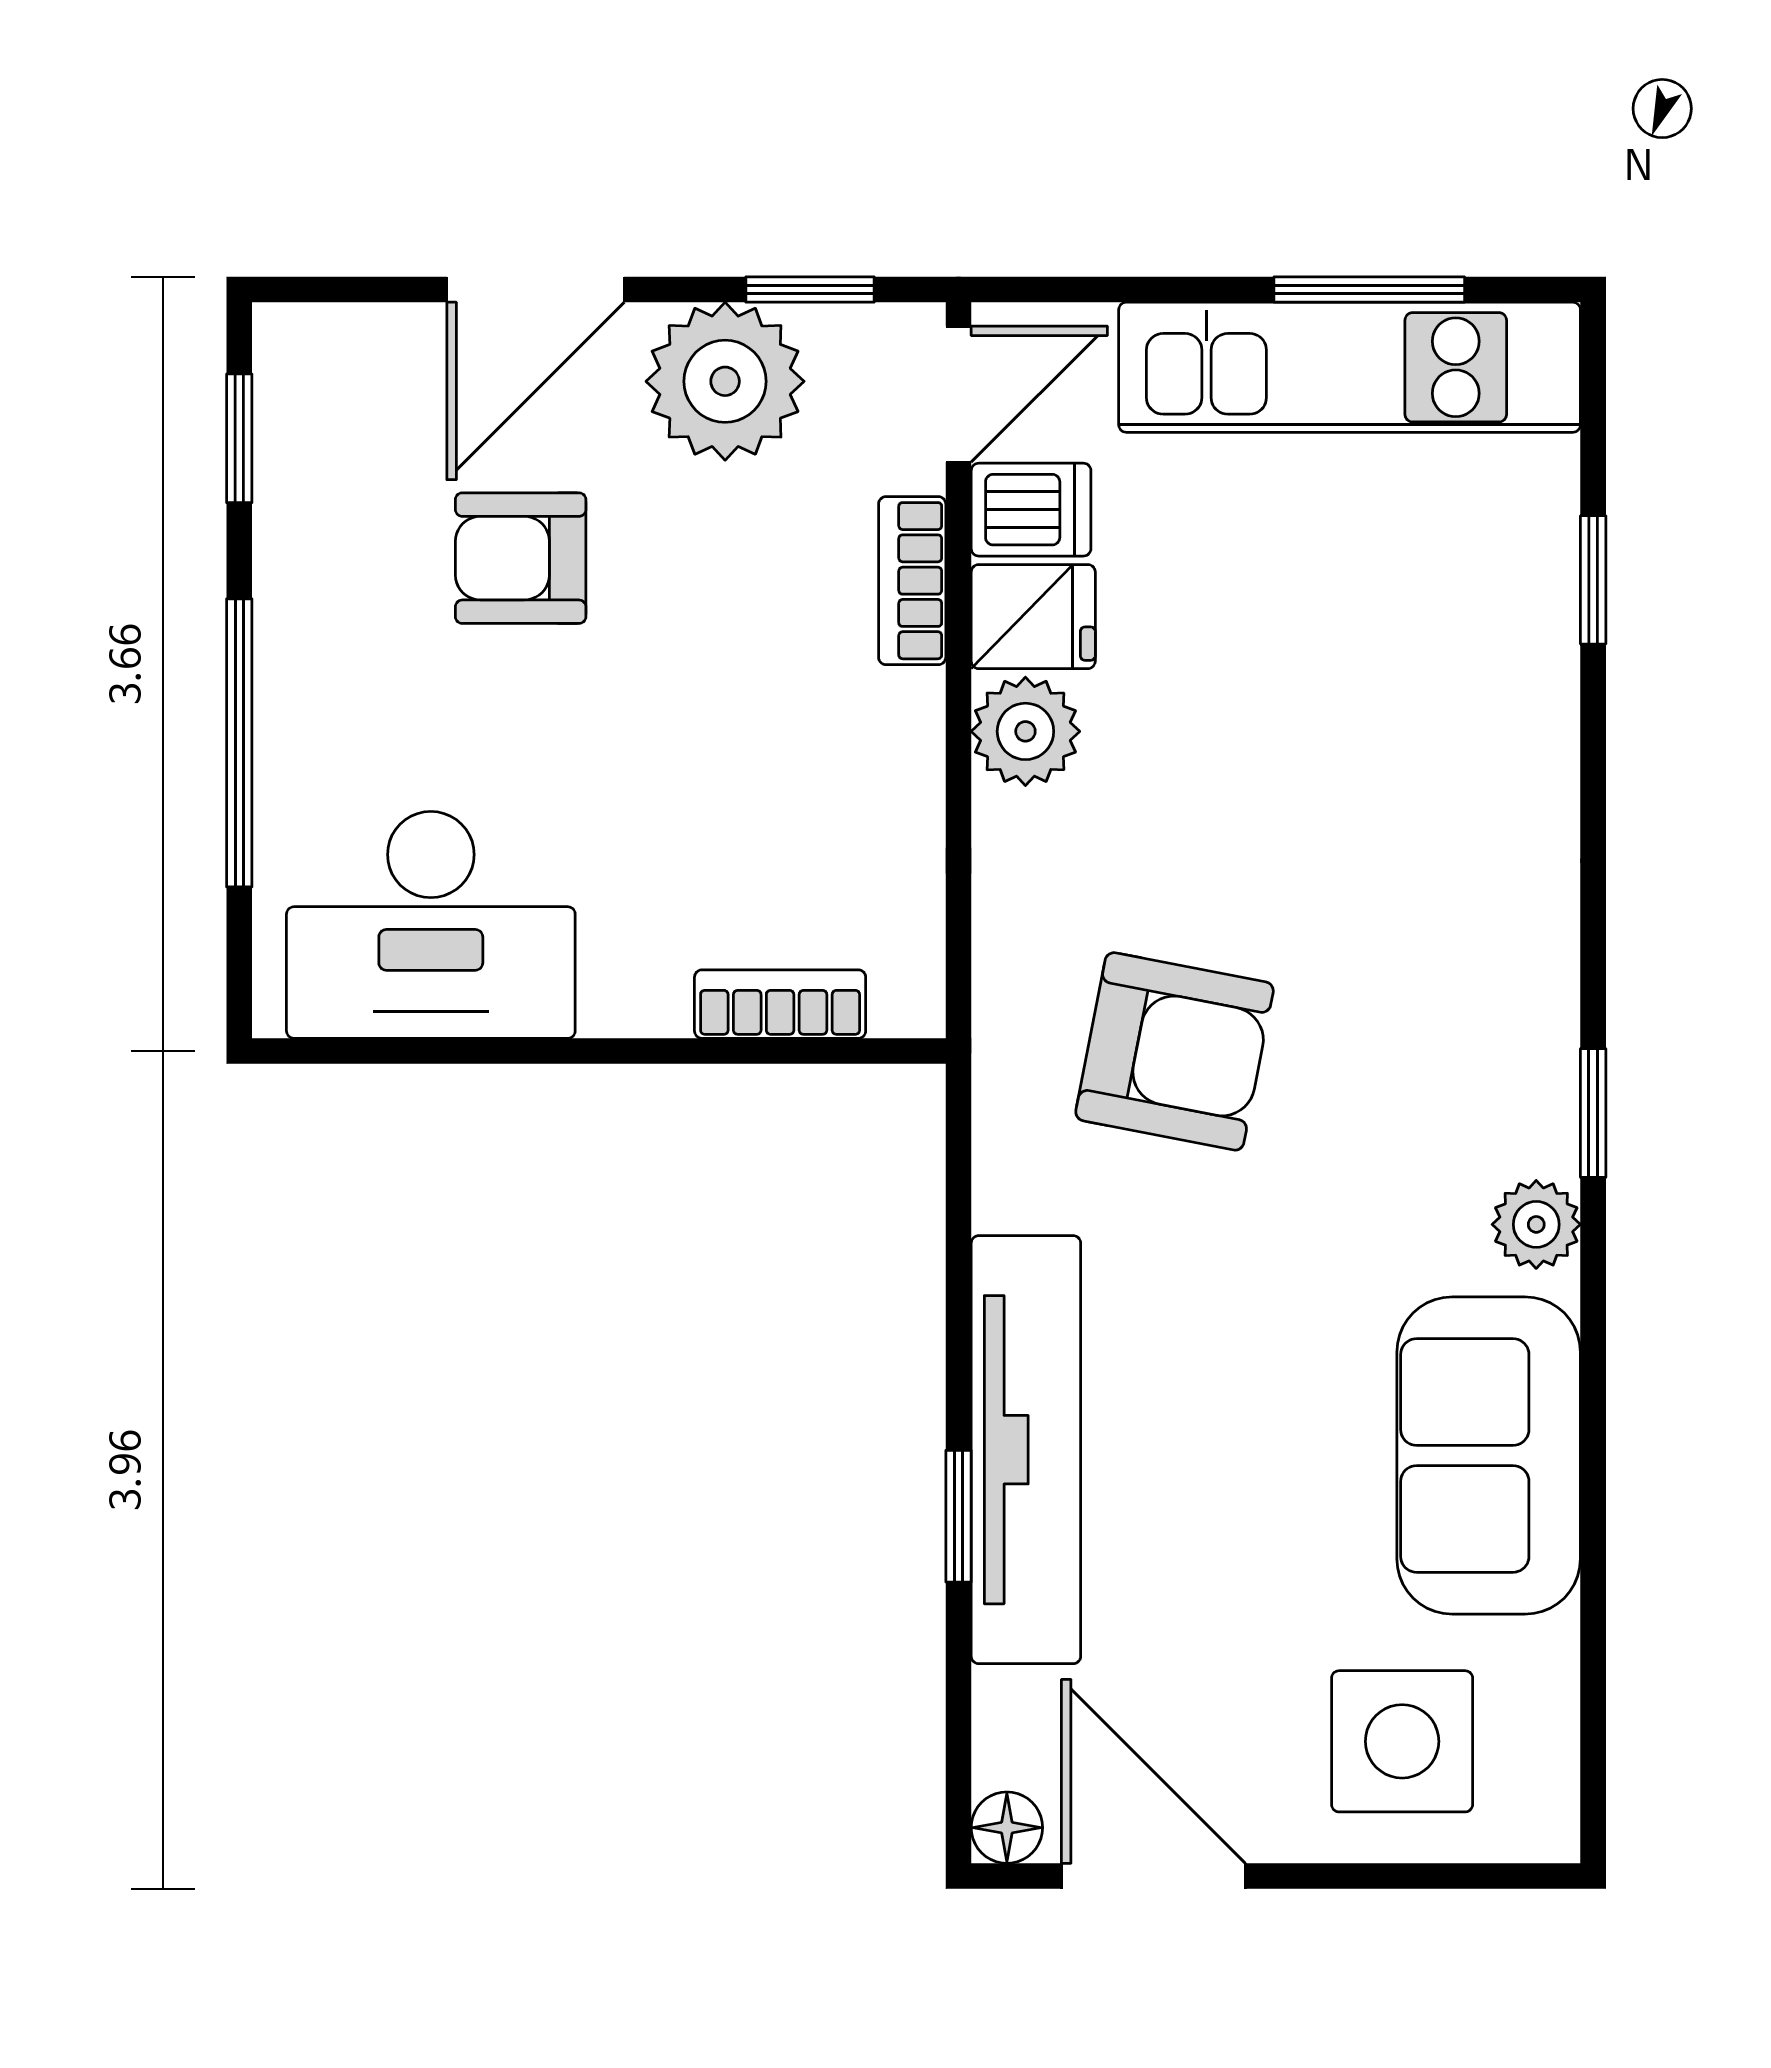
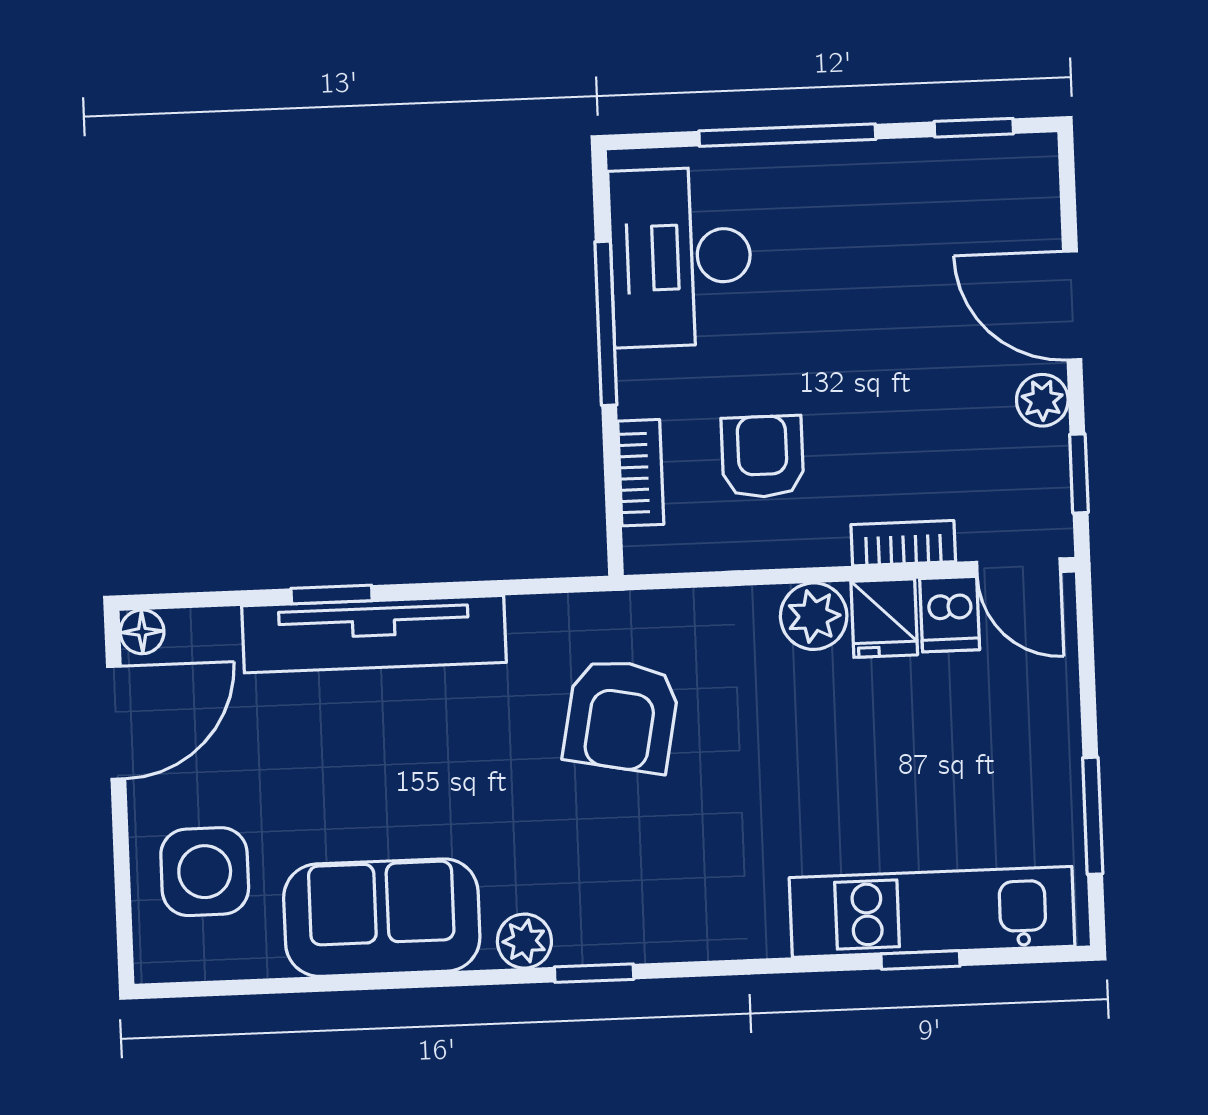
kitchen unit: (1350, 367) -> (932, 912), moved, turned 90
plant: (725, 381) -> (1042, 400), width x0.53, depth x0.53
armchair: (521, 558) -> (762, 457), moved
window: (534, 1051) -> (606, 323), added

